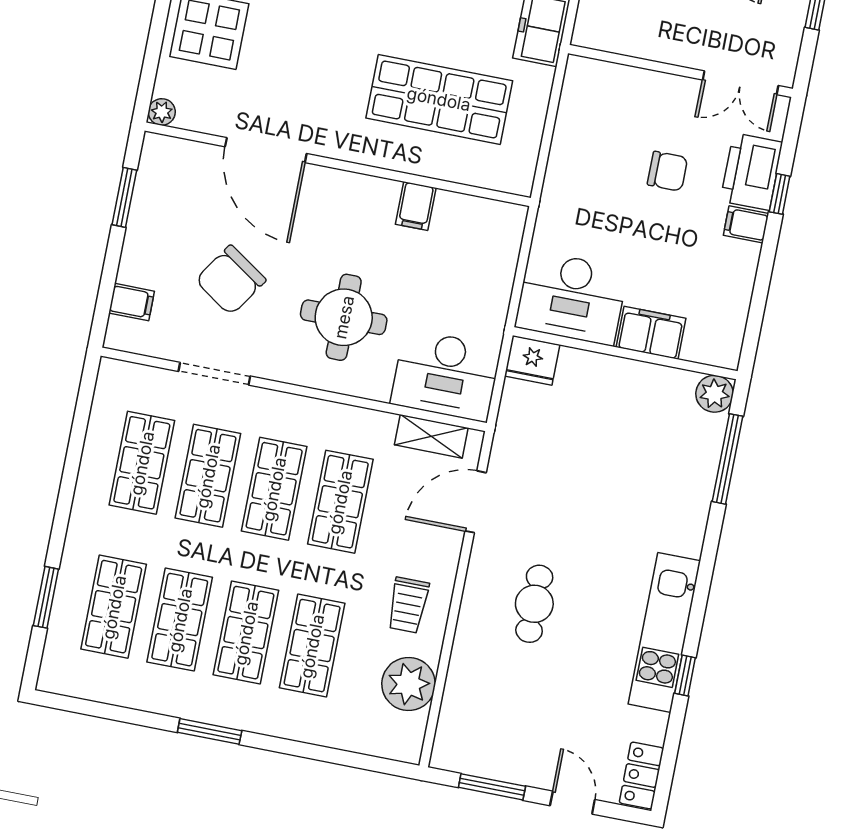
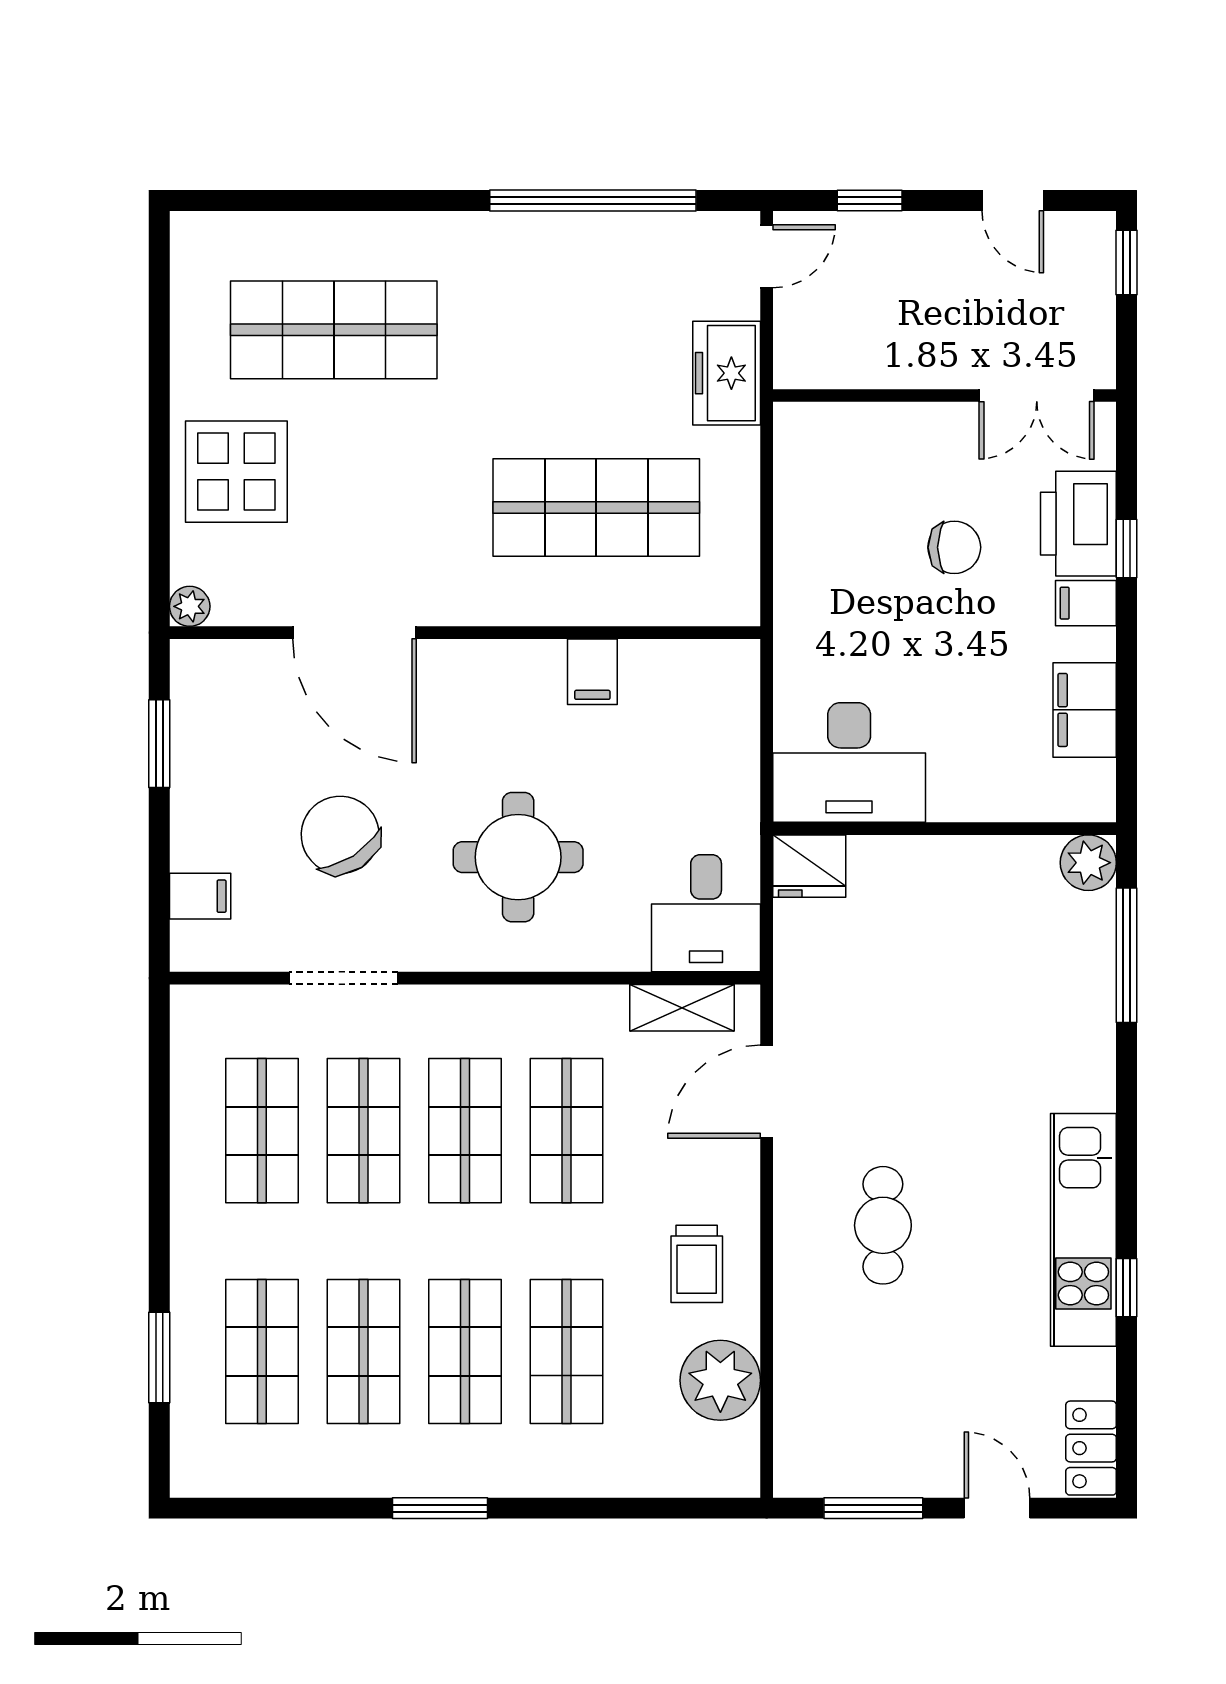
chair: (231, 280) -> (340, 835), turned 113
filing cabinet: (651, 333) -> (1085, 710), moved, turned -90
desk: (446, 375) -> (706, 913), width x0.73

